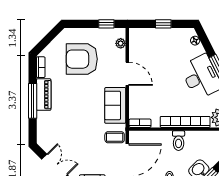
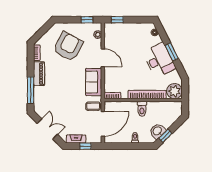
window: (163, 24) -> (117, 20), moved
armchair: (82, 59) -> (68, 47), turned 118
window: (33, 101) -> (31, 90), moved

